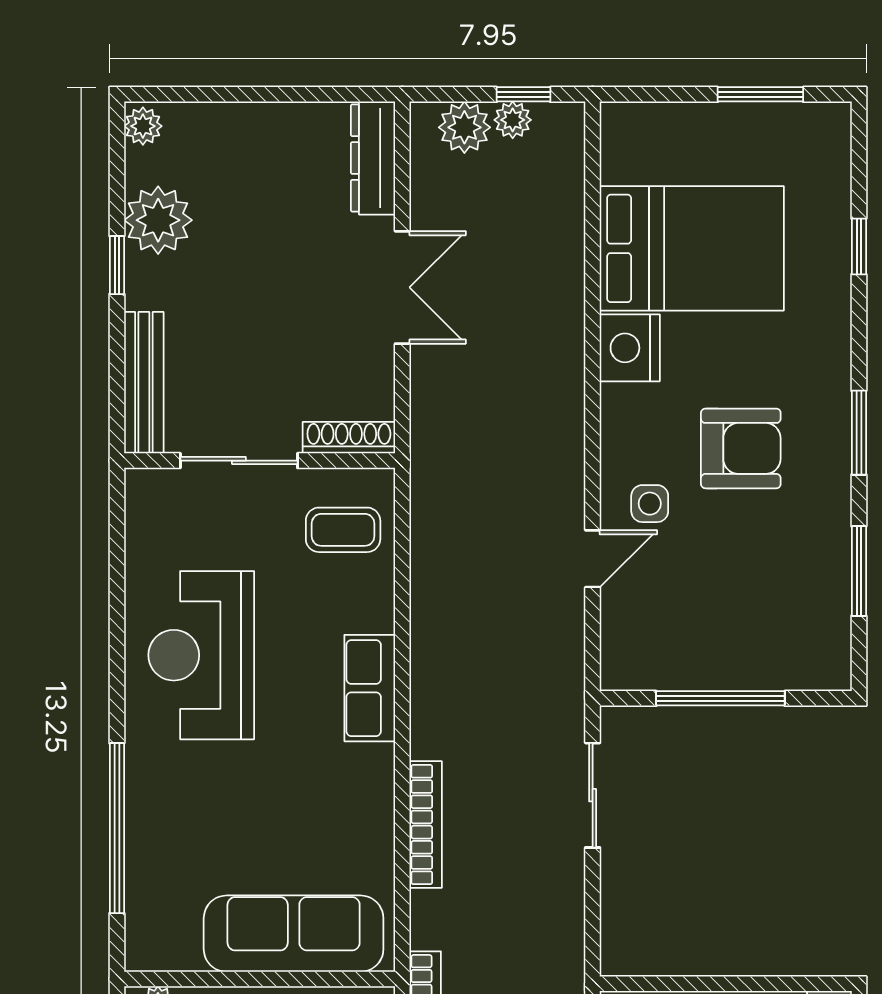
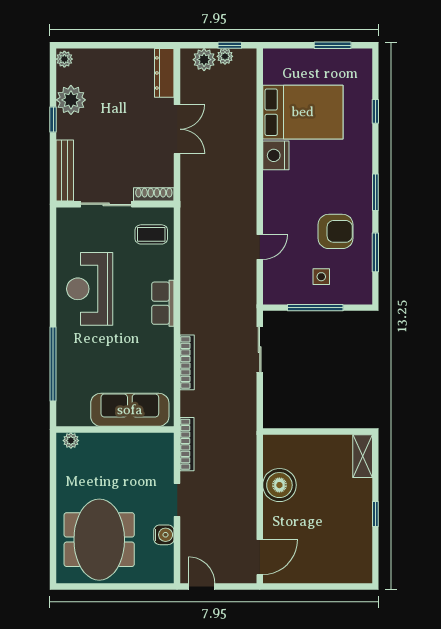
armchair: (741, 448) -> (336, 231), moved
side table: (650, 504) -> (321, 277), moved

